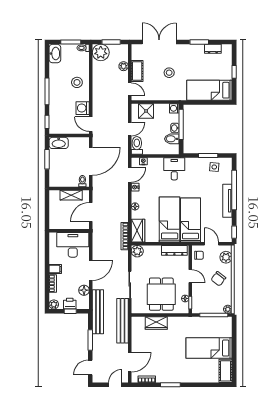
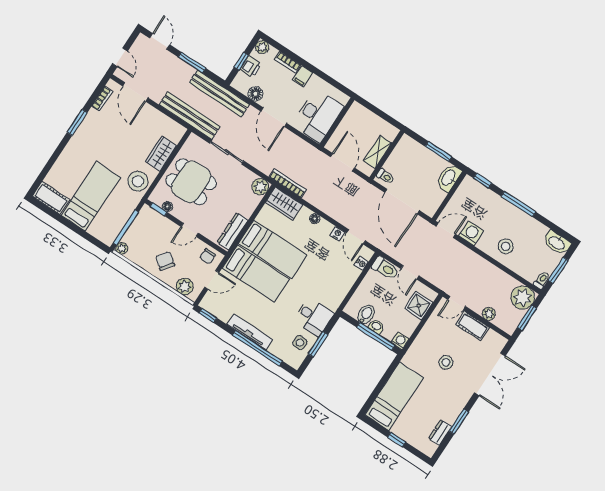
desk: (174, 169) -> (314, 317), moved
stool: (182, 326) -> (138, 181), added

